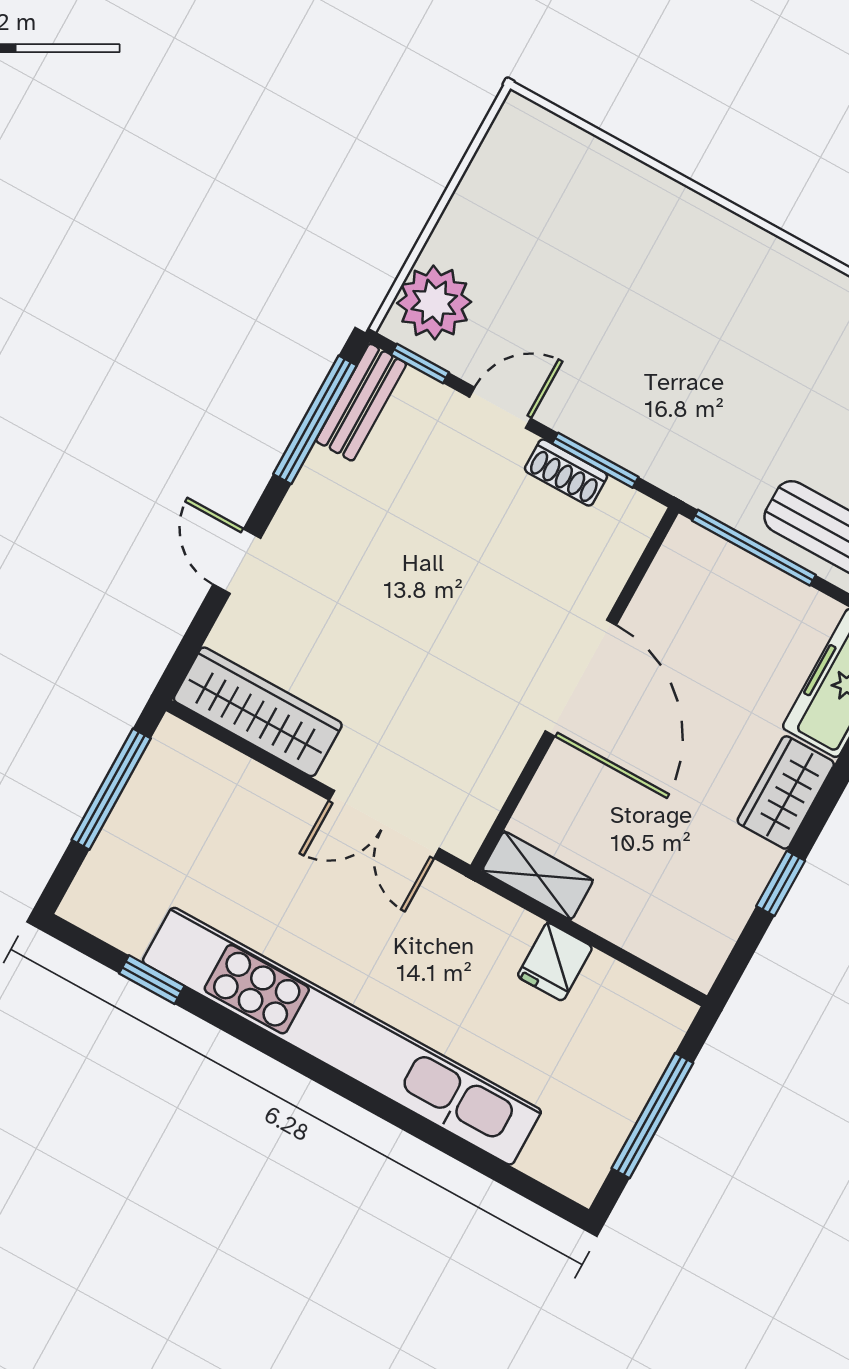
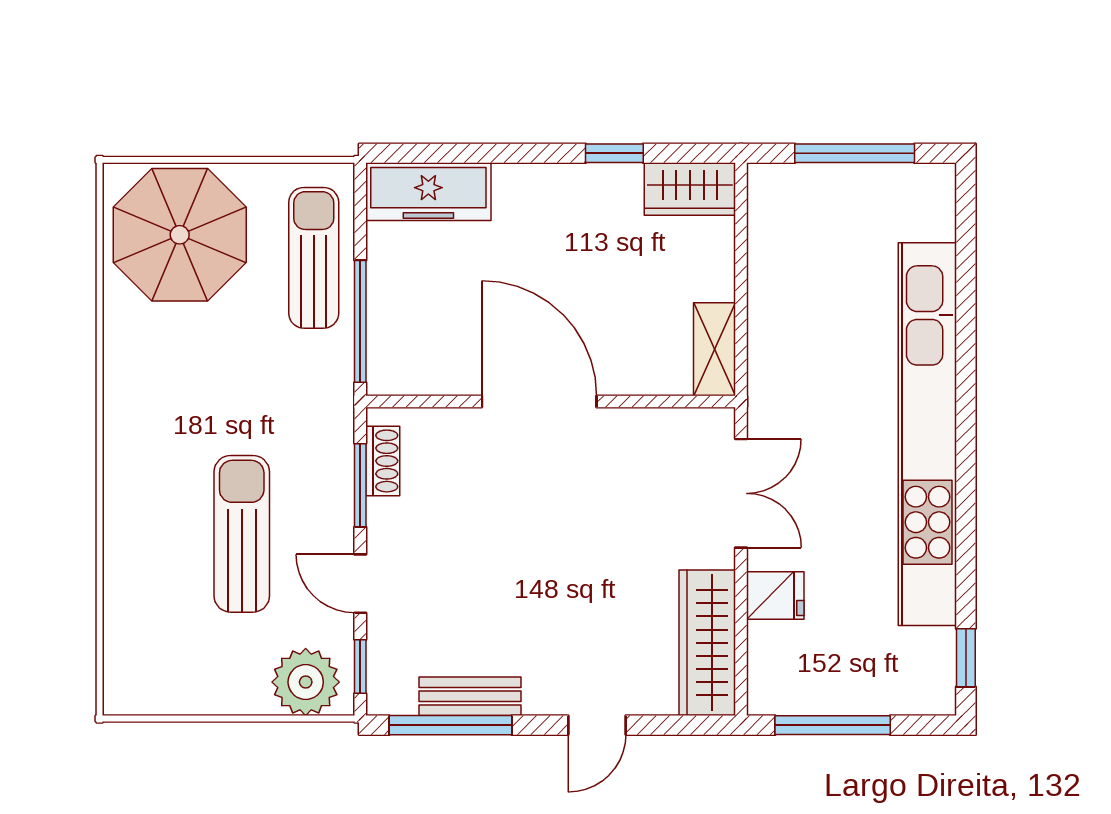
sun lounger: (612, 320) -> (242, 534), added
bench: (361, 402) -> (470, 696), moved
shoe rack: (566, 473) -> (383, 461), moved
door: (581, 678) -> (539, 402), hinge flipped
wardrobe: (786, 792) -> (690, 189), moved
fridge: (555, 962) -> (775, 596), moved
window: (152, 980) -> (966, 658), moved

